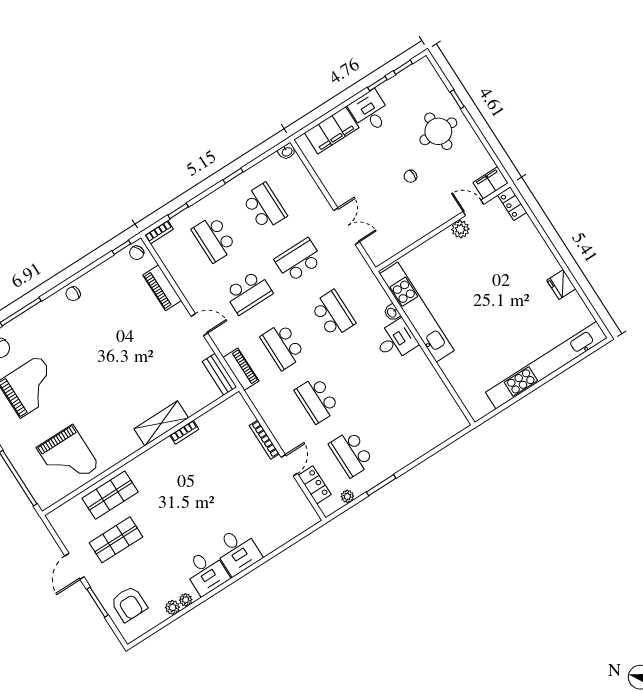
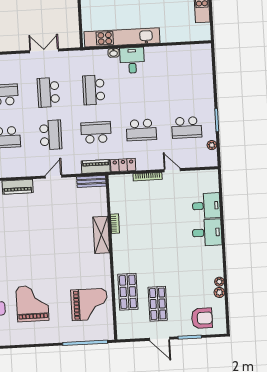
school desk: (333, 314) -> (94, 90), turned -90
school desk: (283, 346) -> (96, 132), turned 180
locker: (315, 485) -> (123, 165), moved
desk: (206, 572) -> (206, 206), moved

